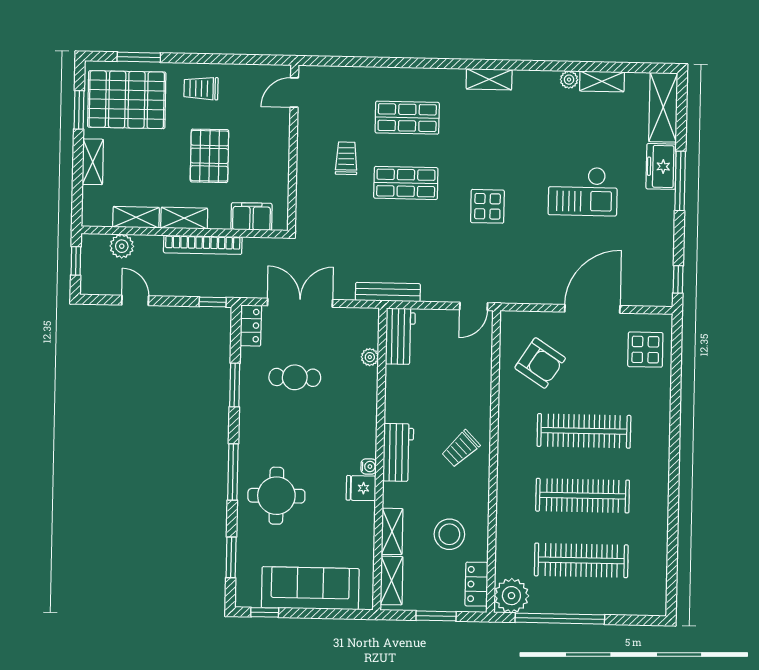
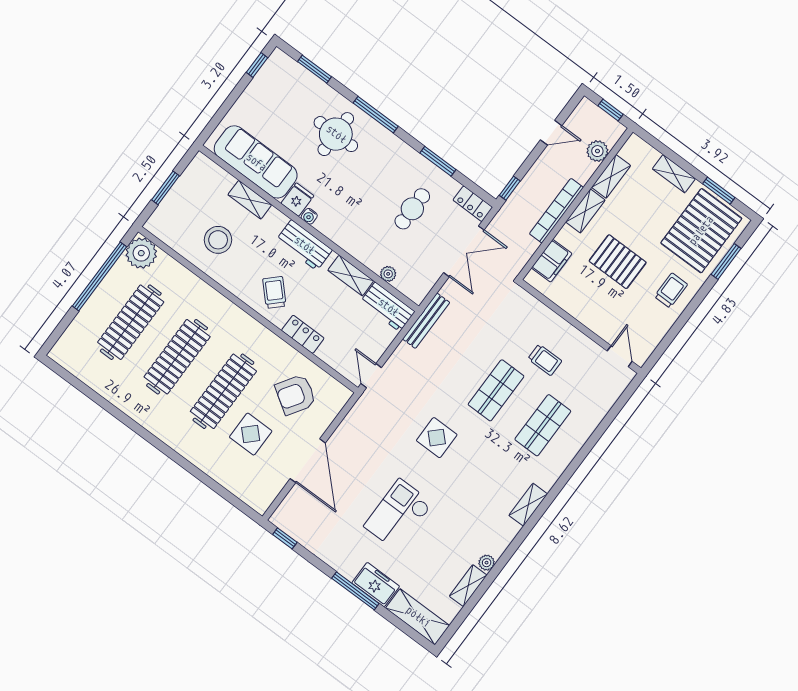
display table: (645, 350) -> (251, 434), moved
shelving: (392, 581) -> (351, 275), moved
locker: (476, 584) -> (303, 334), moved
sofa: (310, 588) -> (256, 162), moved, turned -90

